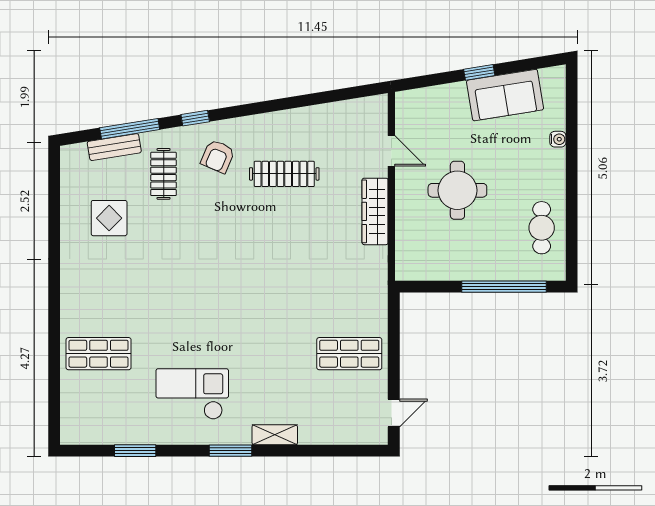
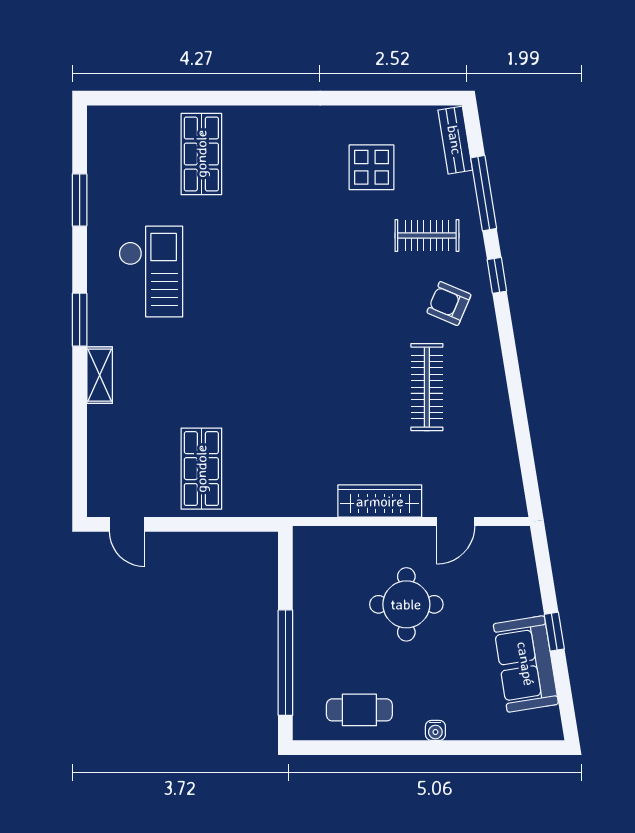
water cooler: (558, 139) -> (435, 730), moved
bench: (114, 147) -> (455, 140), moved

